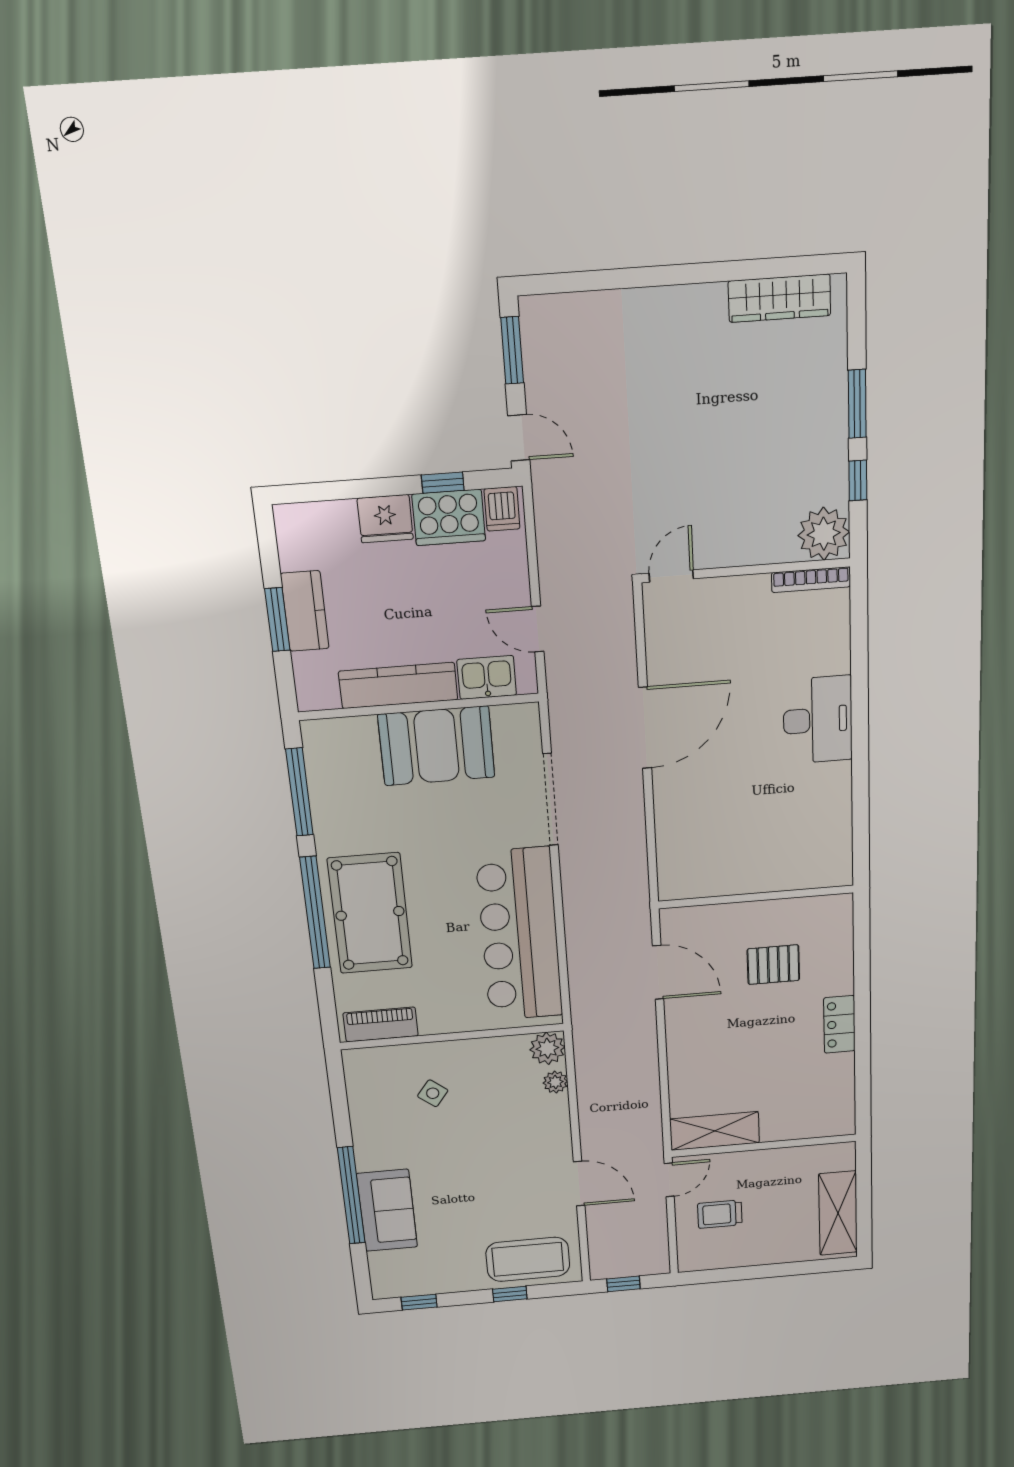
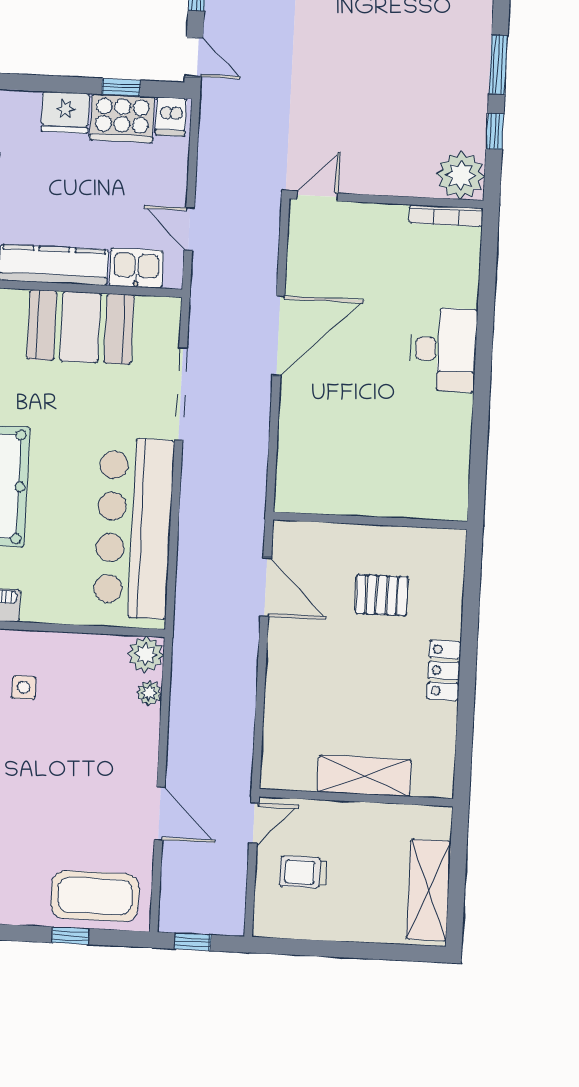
side table: (433, 1093) -> (24, 687), turned -38
shelving: (715, 1131) -> (364, 776), moved

